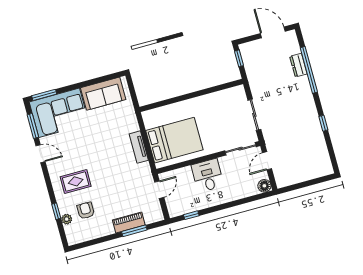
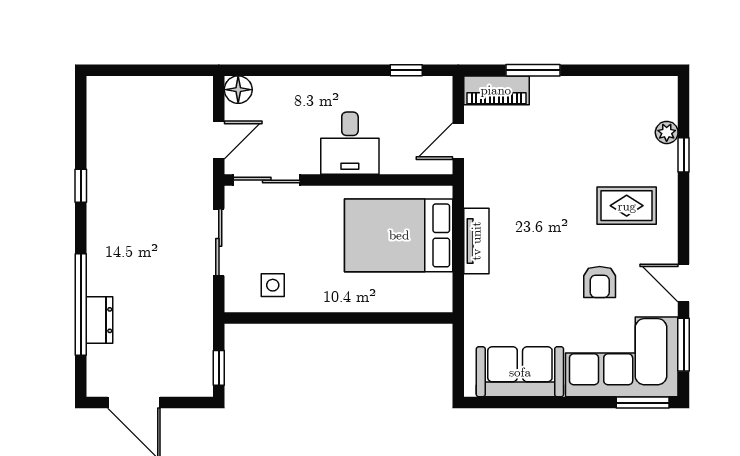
side table: (225, 102) -> (273, 285), added
armchair: (86, 211) -> (600, 282), moved
piano: (129, 223) -> (496, 90), moved

